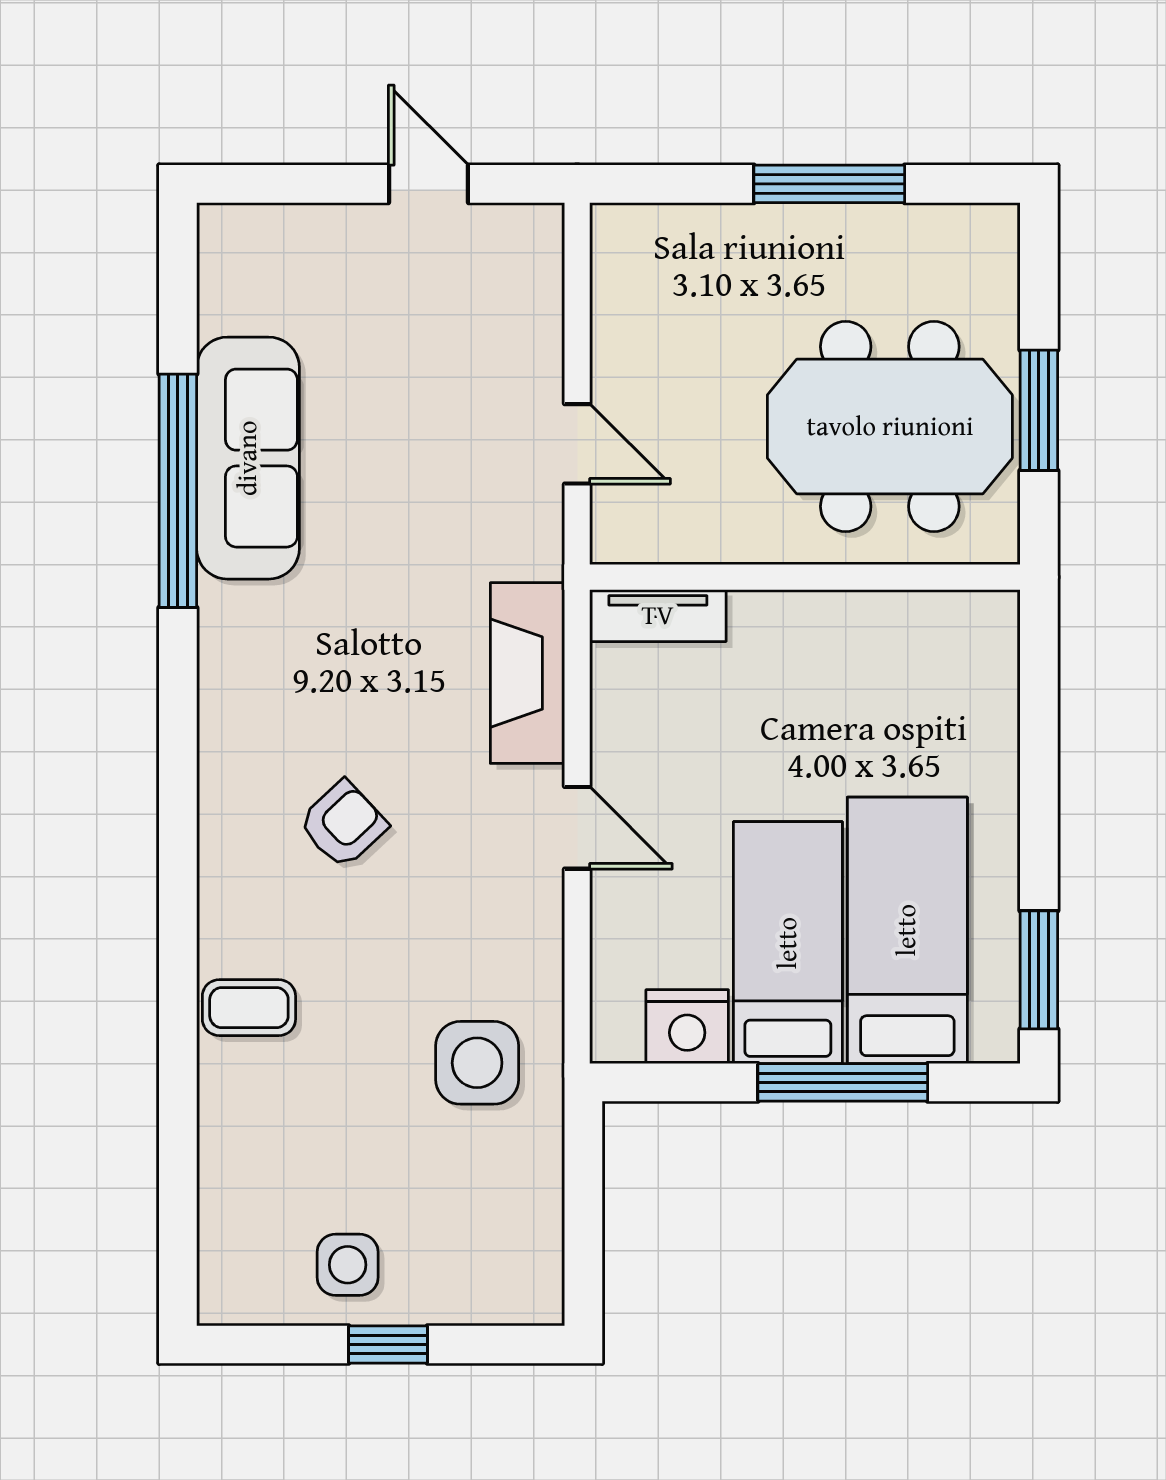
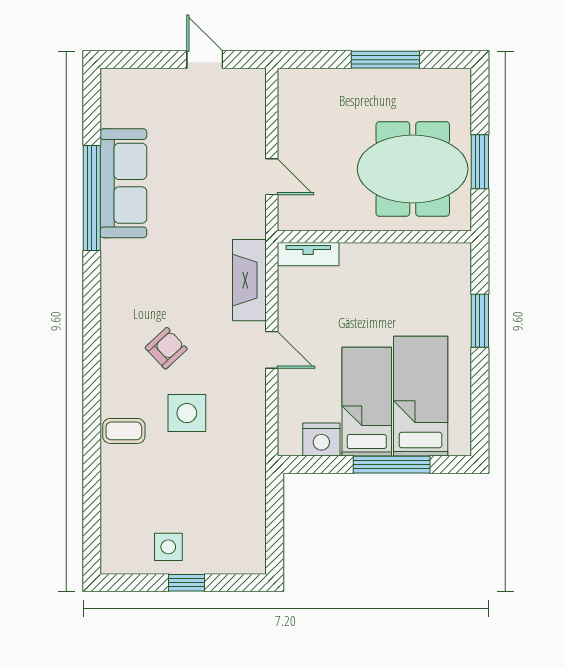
window: (1039, 970) -> (480, 321), moved
side table: (477, 1063) -> (187, 413), moved

